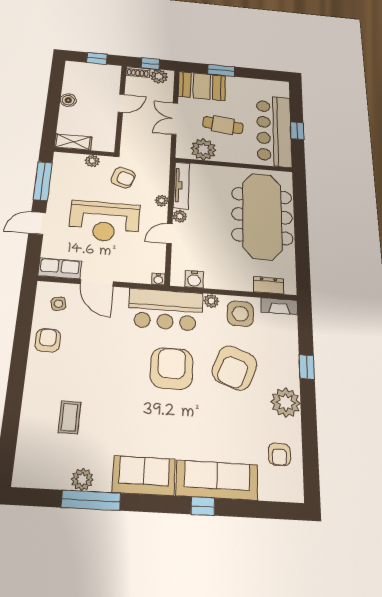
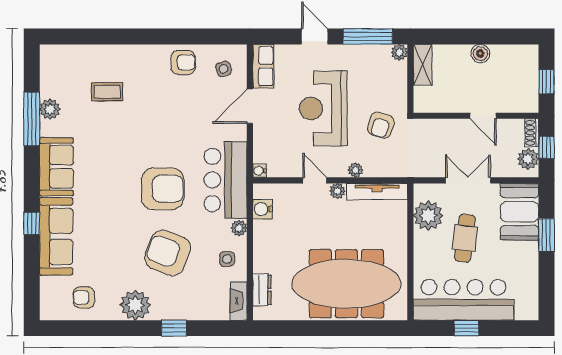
plant: (92, 161) -> (399, 52), moved
side table: (240, 314) -> (227, 259), width x0.54, depth x0.54

